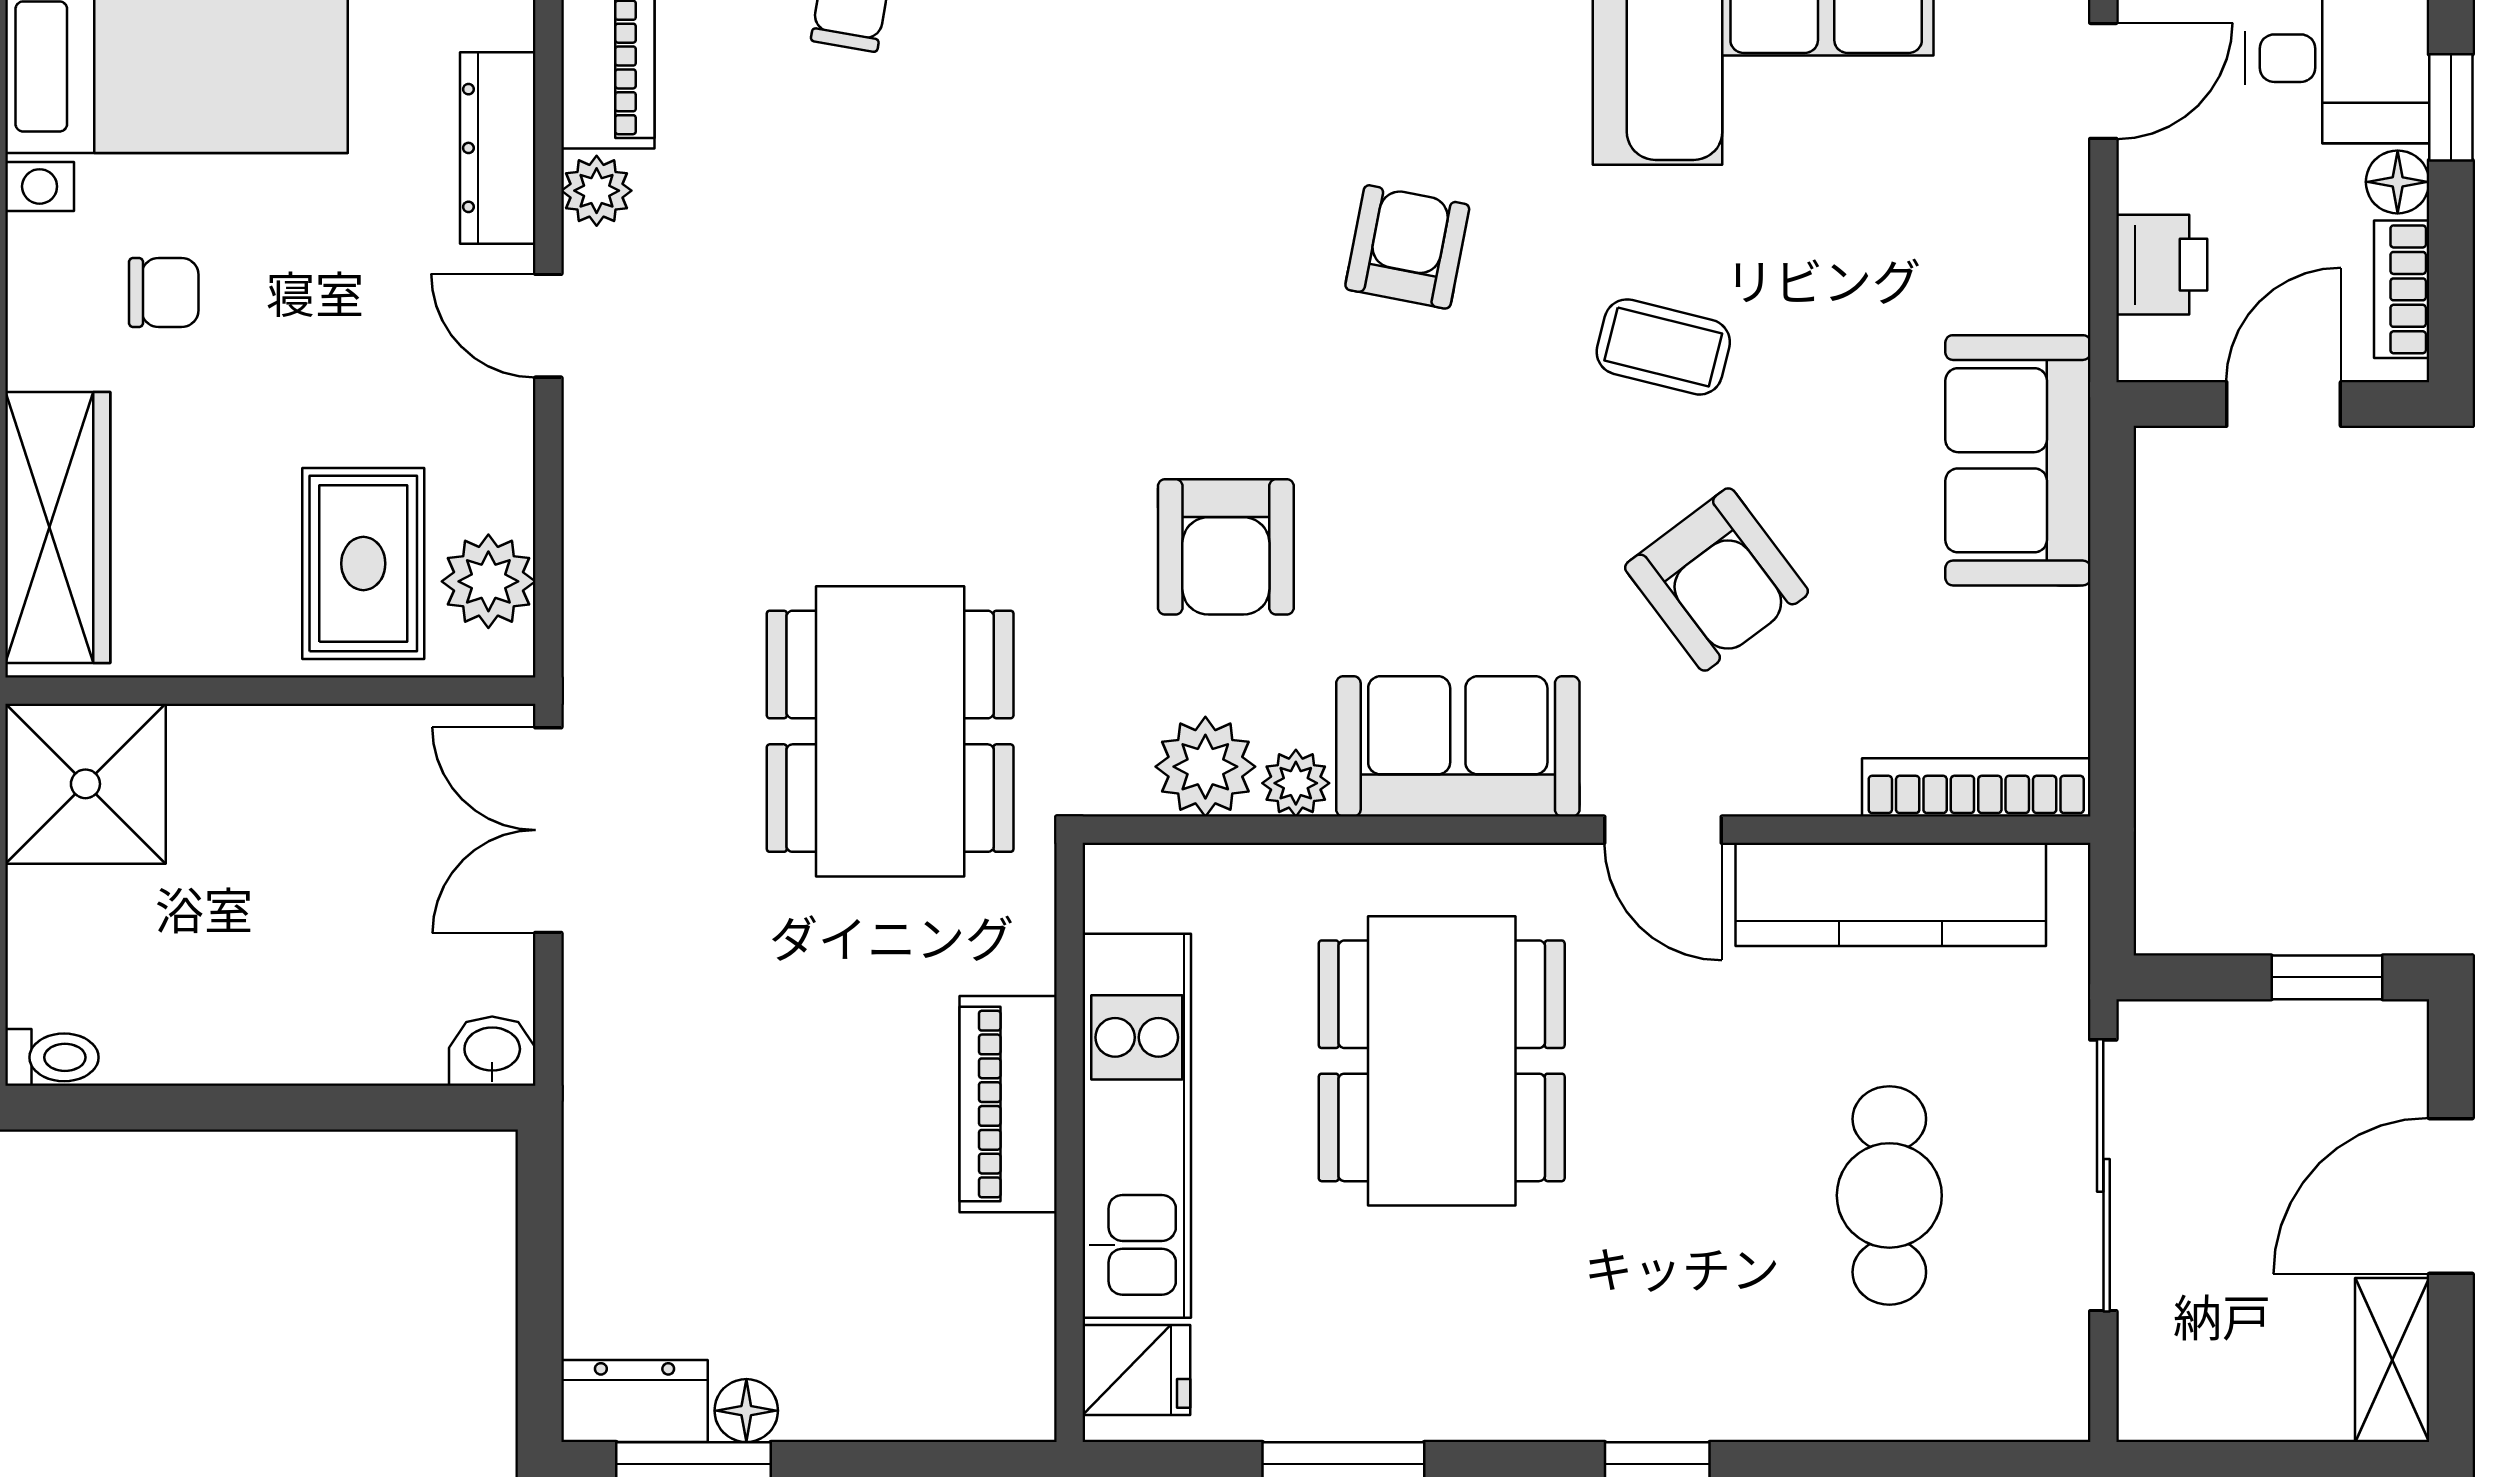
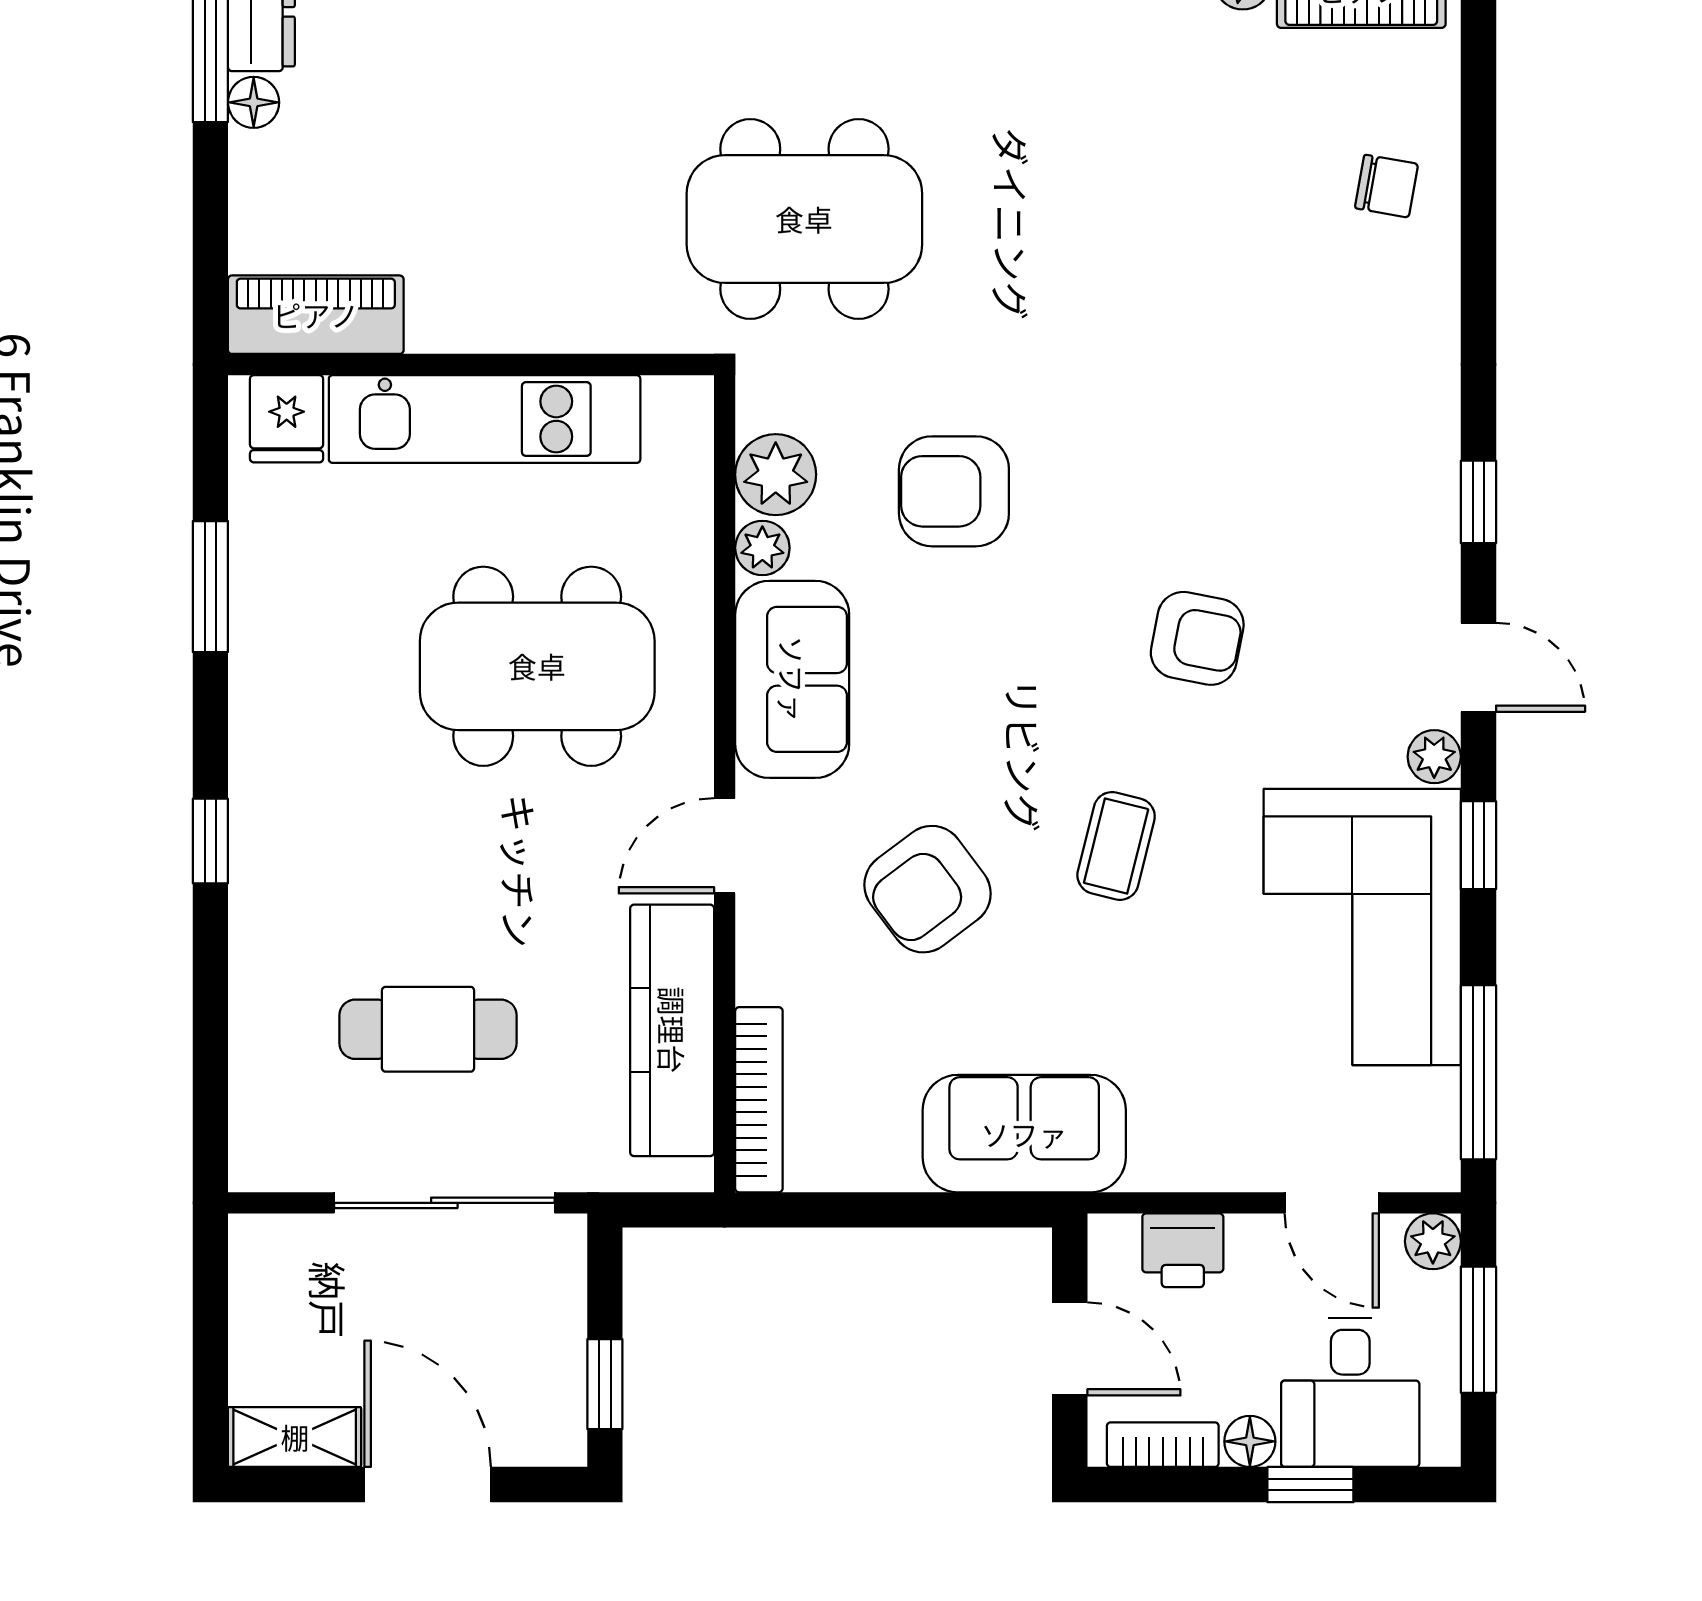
piano: (1008, 1104) -> (316, 315), moved

